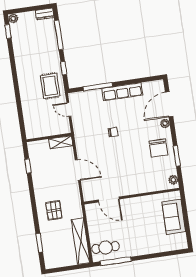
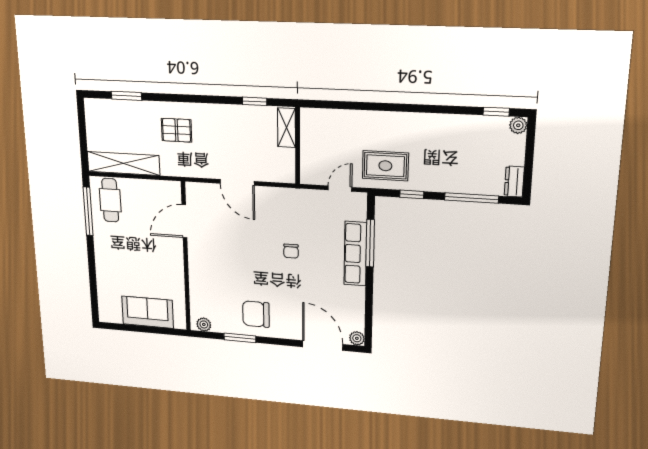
row of seats: (122, 92) -> (355, 254), moved
plant: (165, 124) -> (357, 338), moved
shelving: (61, 142) -> (287, 128), moved
door: (78, 170) -> (237, 182), hinge flipped

